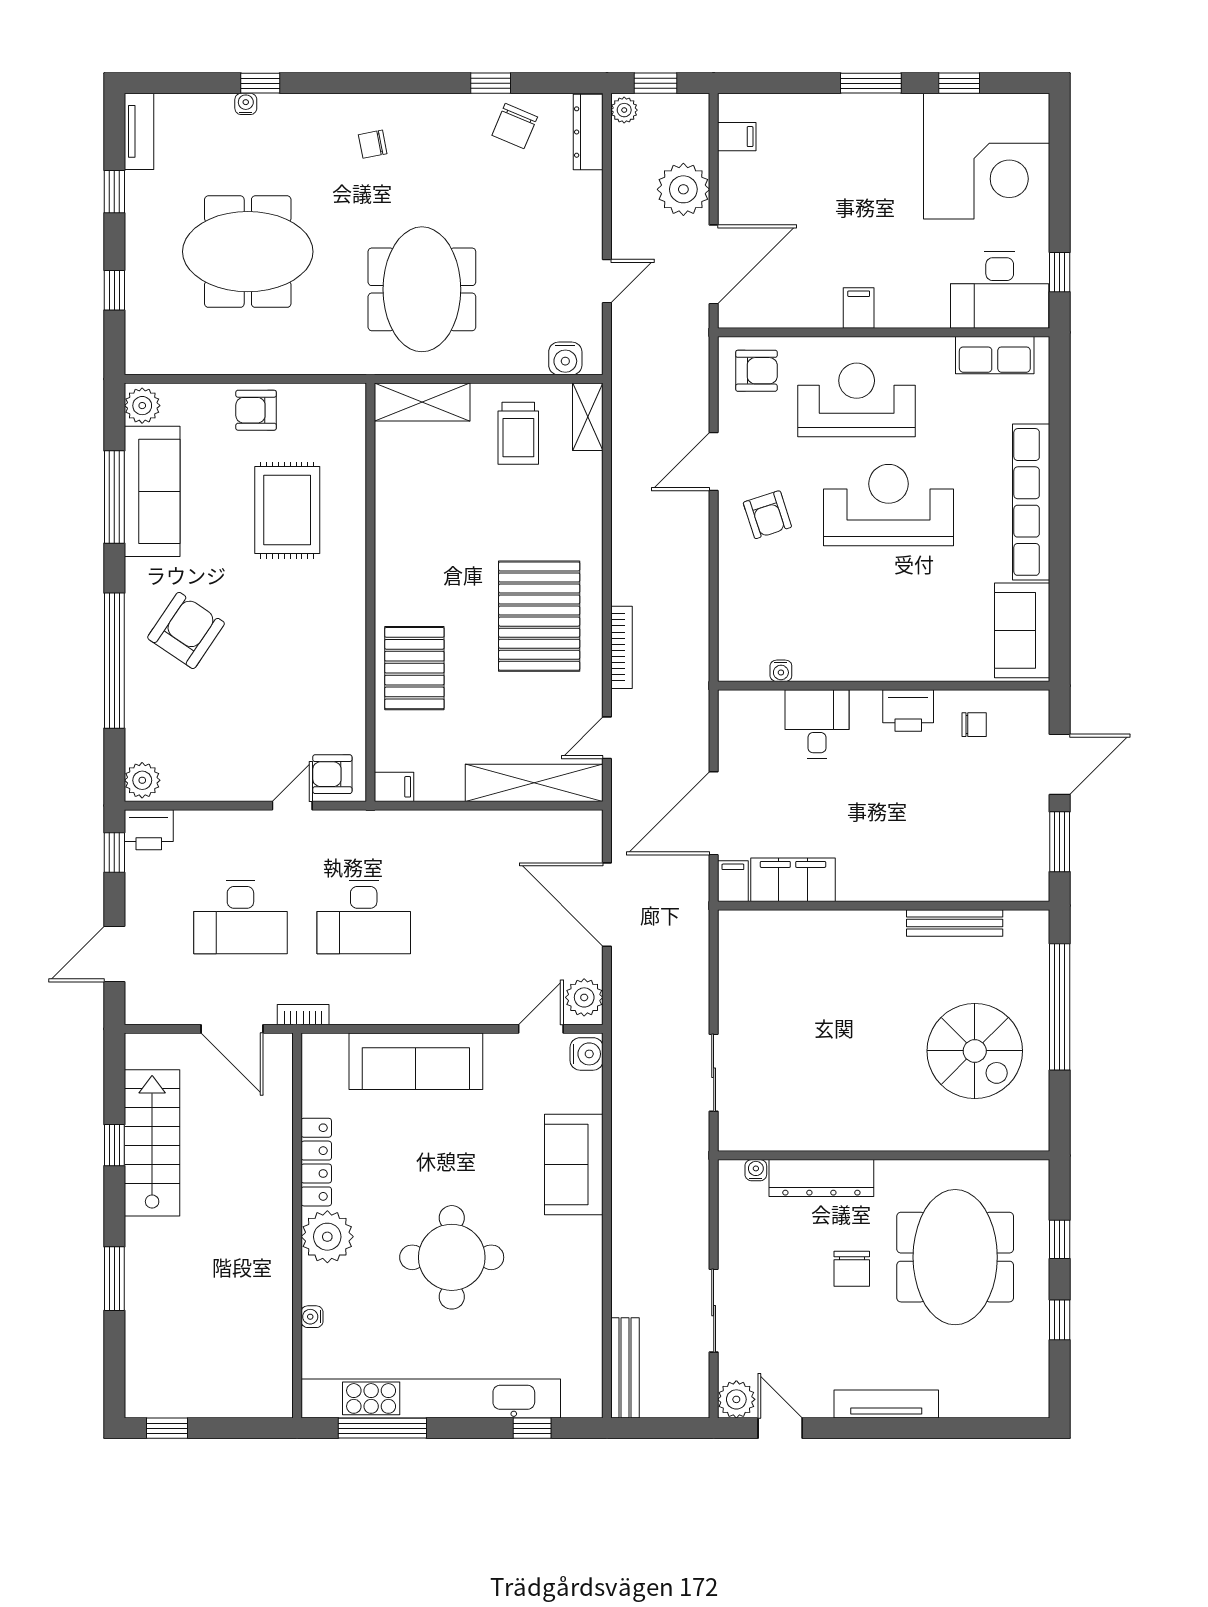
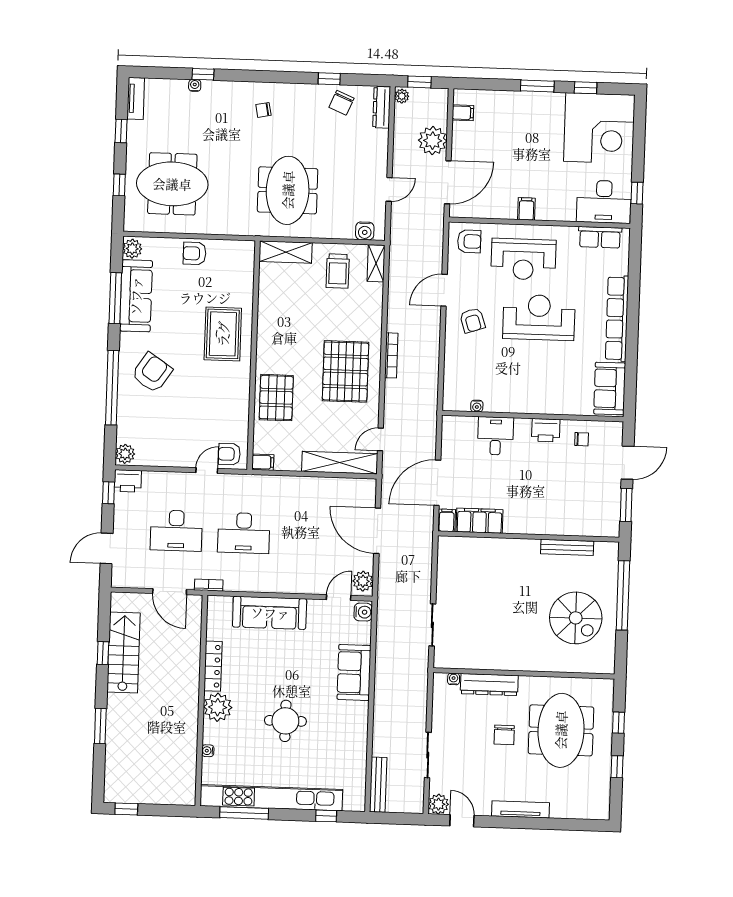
meeting table: (248, 252) -> (172, 184), moved
reception desk: (857, 400) -> (523, 259), turned 180
rug: (287, 510) -> (223, 334), moved
bookcase: (622, 647) -> (391, 355), moved
round table: (452, 1257) -> (285, 721), width x0.73, depth x0.73

